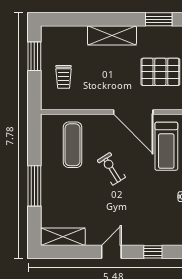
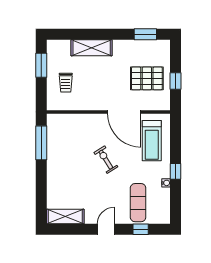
shelving: (112, 35) -> (92, 48), moved
exercise mat: (73, 145) -> (138, 203), moved
window: (34, 186) -> (41, 143), moved

